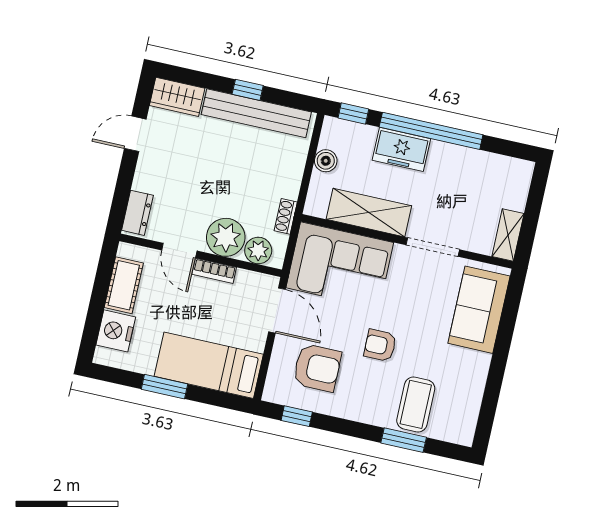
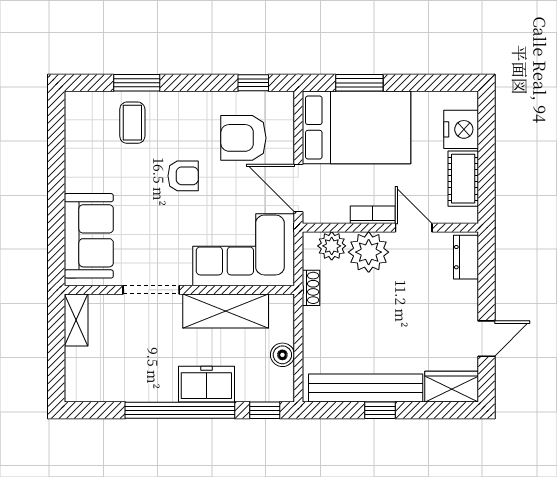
bed: (209, 365) -> (357, 127), width x1.50
window: (165, 387) -> (359, 83), moved
coffee table: (416, 404) -> (132, 123), width x0.73, depth x0.77

